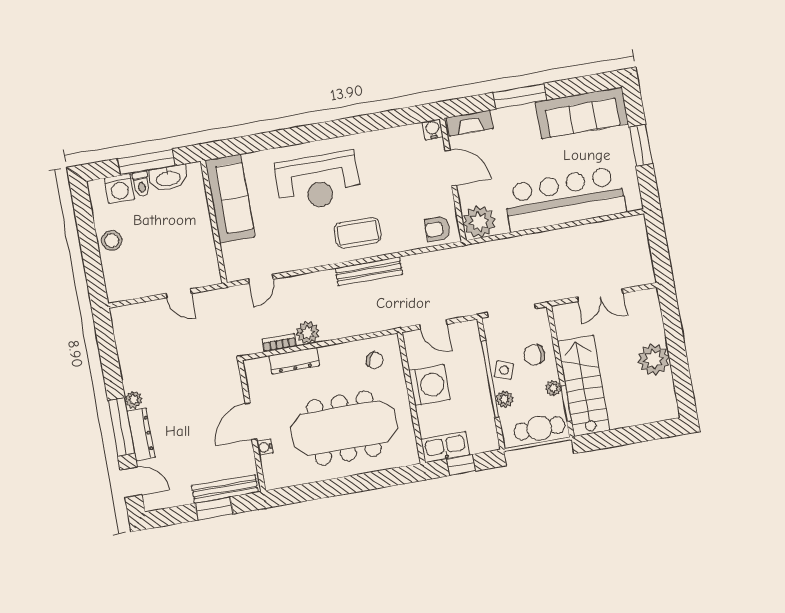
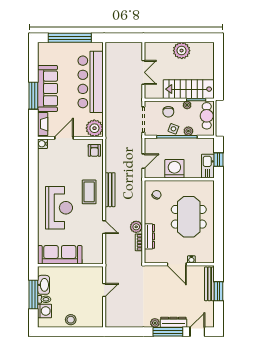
sofa: (582, 113) -> (48, 88), moved
window: (641, 145) -> (70, 38), width x2.11
door: (261, 279) -> (104, 227), moved
meeting table: (344, 428) -> (189, 217), width x0.73

